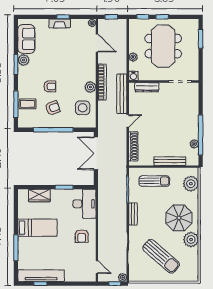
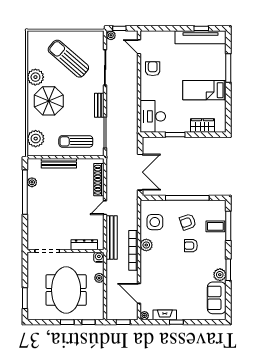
fireplace: (60, 23) -> (165, 315), moved
armchair: (82, 236) -> (153, 69), moved

